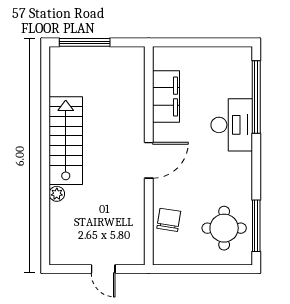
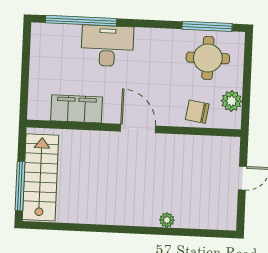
stairs: (66, 141) -> (40, 177), moved, turned 90
plant: (181, 254) -> (232, 101), added

